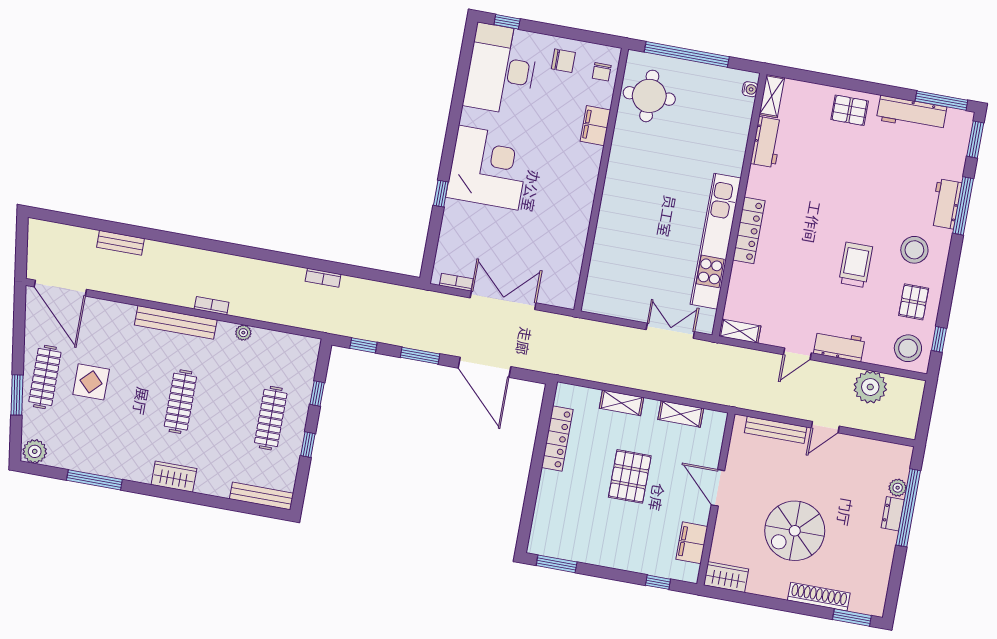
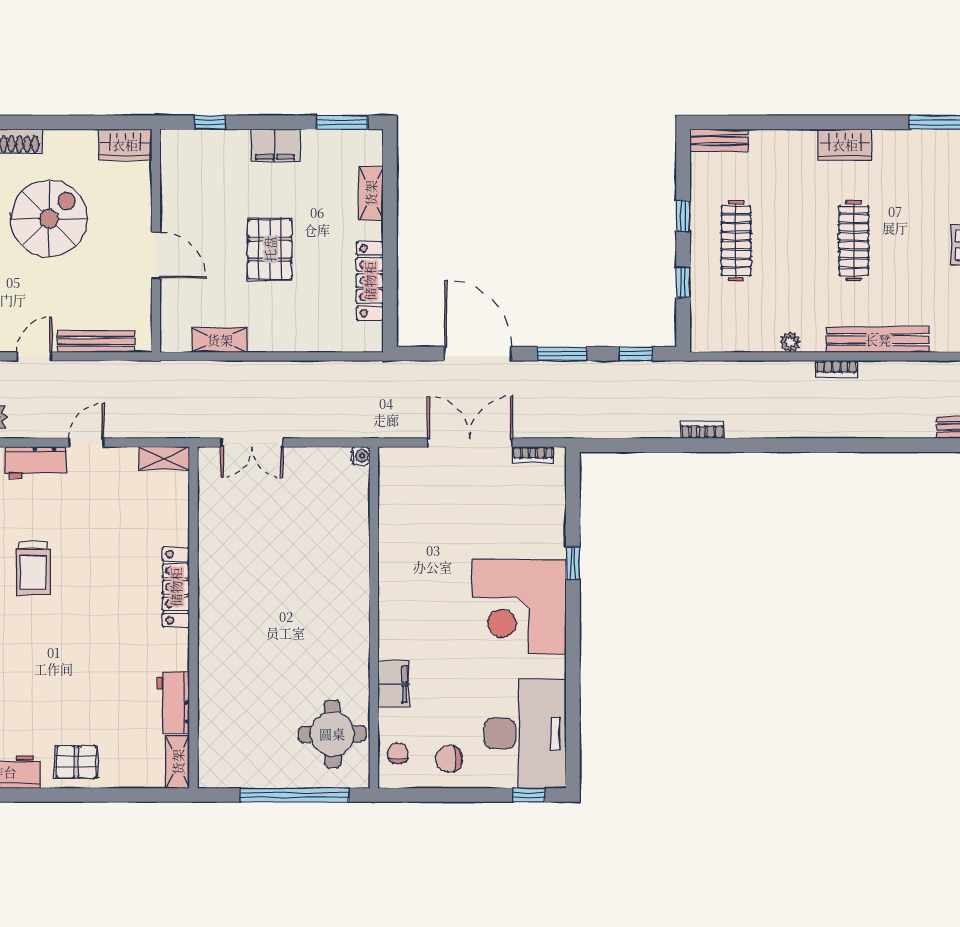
water cooler: (750, 89) -> (361, 456), moved, turned 180
kitchen unit: (716, 241) -> (215, 566), removed
double door: (503, 300) -> (470, 443), swing flipped
shelving: (622, 403) -> (371, 193), moved, turned 90
bench: (262, 496) -> (719, 140), width x0.73
filing cabinet: (692, 543) -> (275, 145), moved, turned 90

